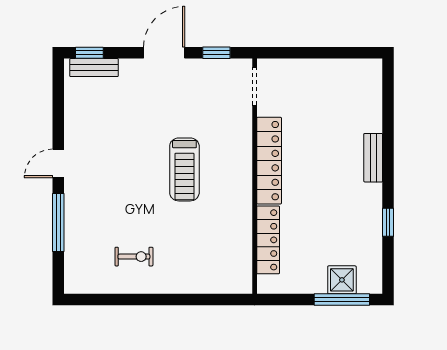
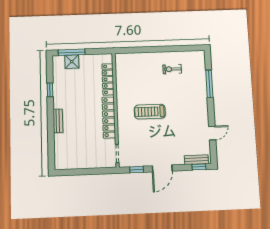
door: (58, 163) -> (212, 133), moved
treadmill: (184, 169) -> (150, 112), turned -90

